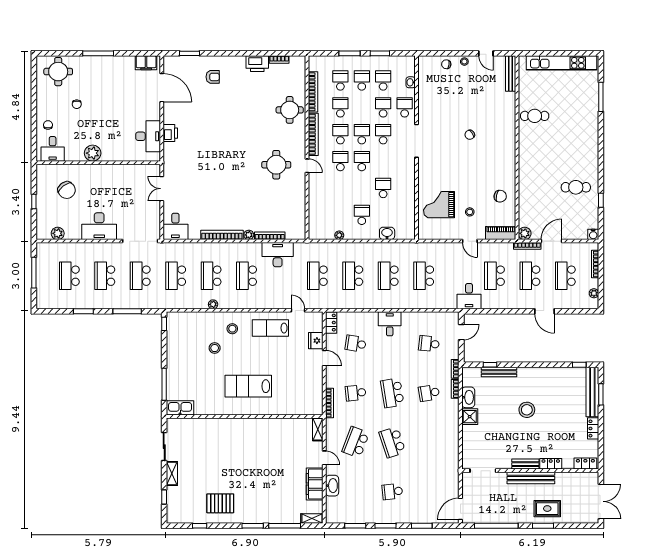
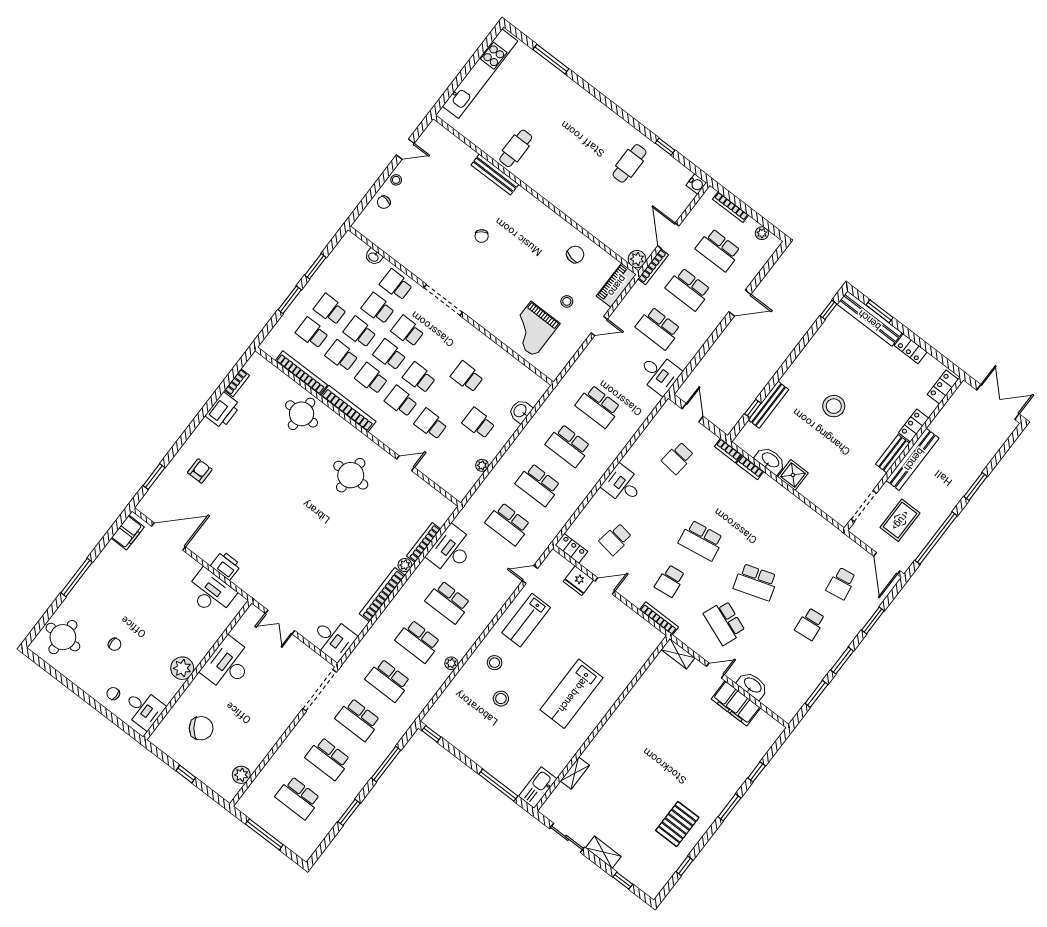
bench: (511, 73) -> (495, 175), moved
school desk: (383, 80) -> (360, 332), moved
door: (307, 166) -> (405, 463), moved
school desk: (340, 188) -> (431, 424), added
desk: (99, 226) -> (228, 664), moved, turned 180
school desk: (429, 393) -> (841, 583), moved
rug: (547, 509) -> (900, 520), moved
shelving: (312, 519) -> (575, 773), moved
window: (285, 526) -> (757, 772), width x0.46

